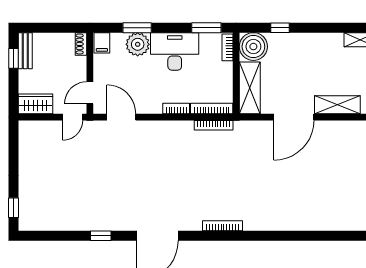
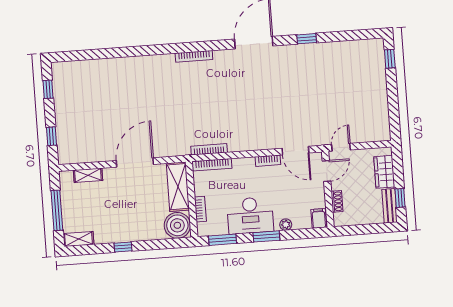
window: (137, 28) -> (266, 236), moved
window: (280, 28) -> (123, 247), moved
shoe rack: (81, 44) -> (337, 201), moved
plant: (138, 44) -> (286, 225), width x0.53, depth x0.53
bookcase: (228, 47) -> (200, 209), moved
wardrobe: (35, 104) -> (384, 172), moved, turned 90
shelving: (337, 105) -> (88, 175), width x0.67, depth x0.75
bookcase: (176, 109) -> (268, 161), moved

